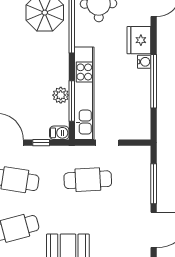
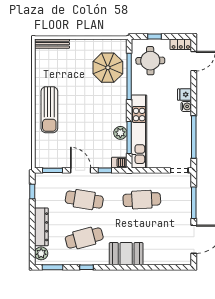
fridge: (139, 40) -> (185, 95), width x0.53, depth x0.75
window: (154, 81) -> (194, 137), moved
doorway: (107, 143) -> (179, 170), moved

